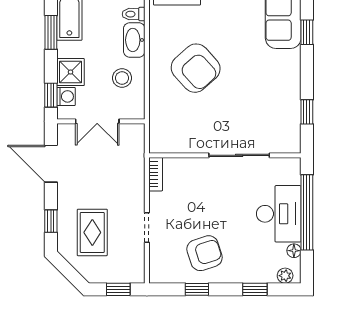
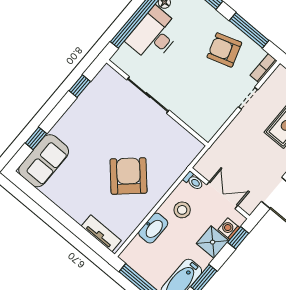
toilet: (134, 14) -> (193, 181), moved
bookcase: (156, 174) -> (264, 68), moved
window: (197, 289) -> (249, 30), width x2.17

